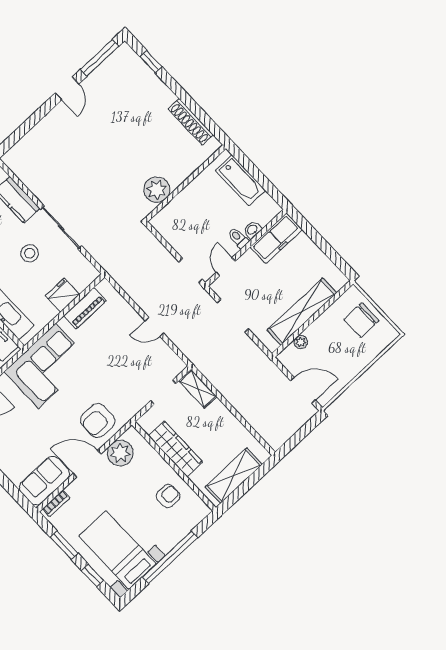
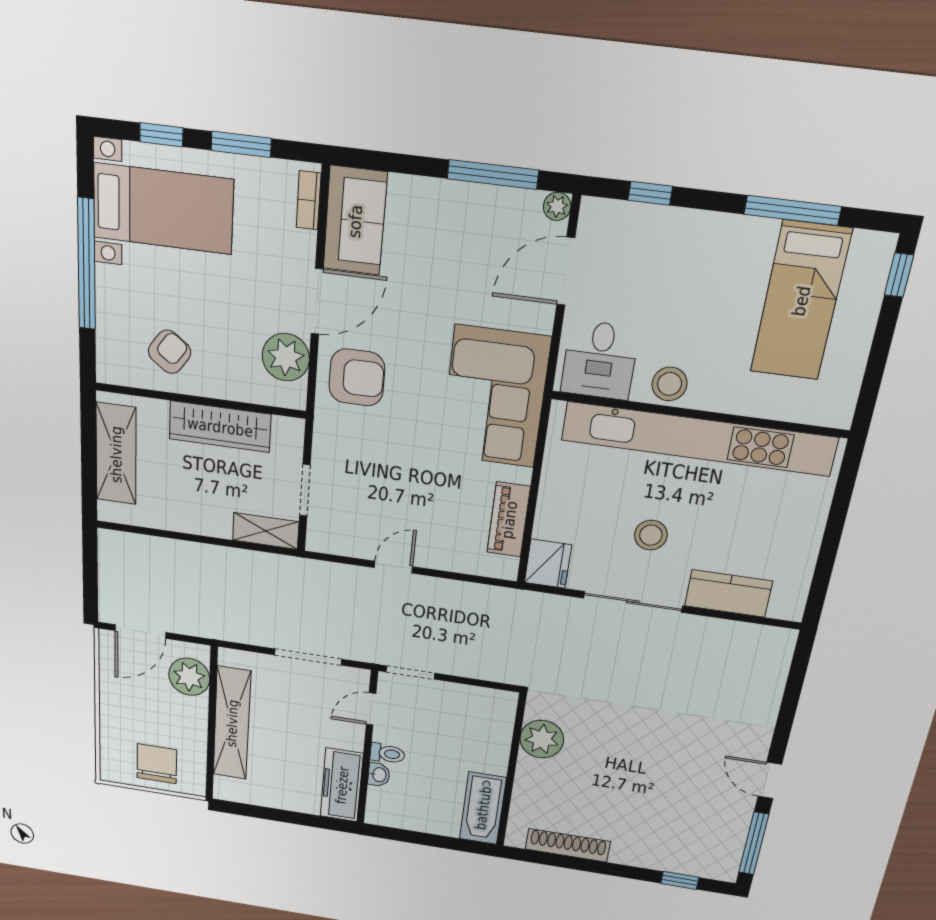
bathtub: (240, 180) -> (483, 808), moved, turned -90
door: (226, 267) -> (371, 709), swing flipped
fridge: (62, 295) -> (548, 564), moved
plant: (301, 342) -> (189, 677), width x1.87, depth x1.87
armchair: (98, 421) -> (357, 377), turned 90
armchair: (168, 496) -> (170, 352), turned -144

